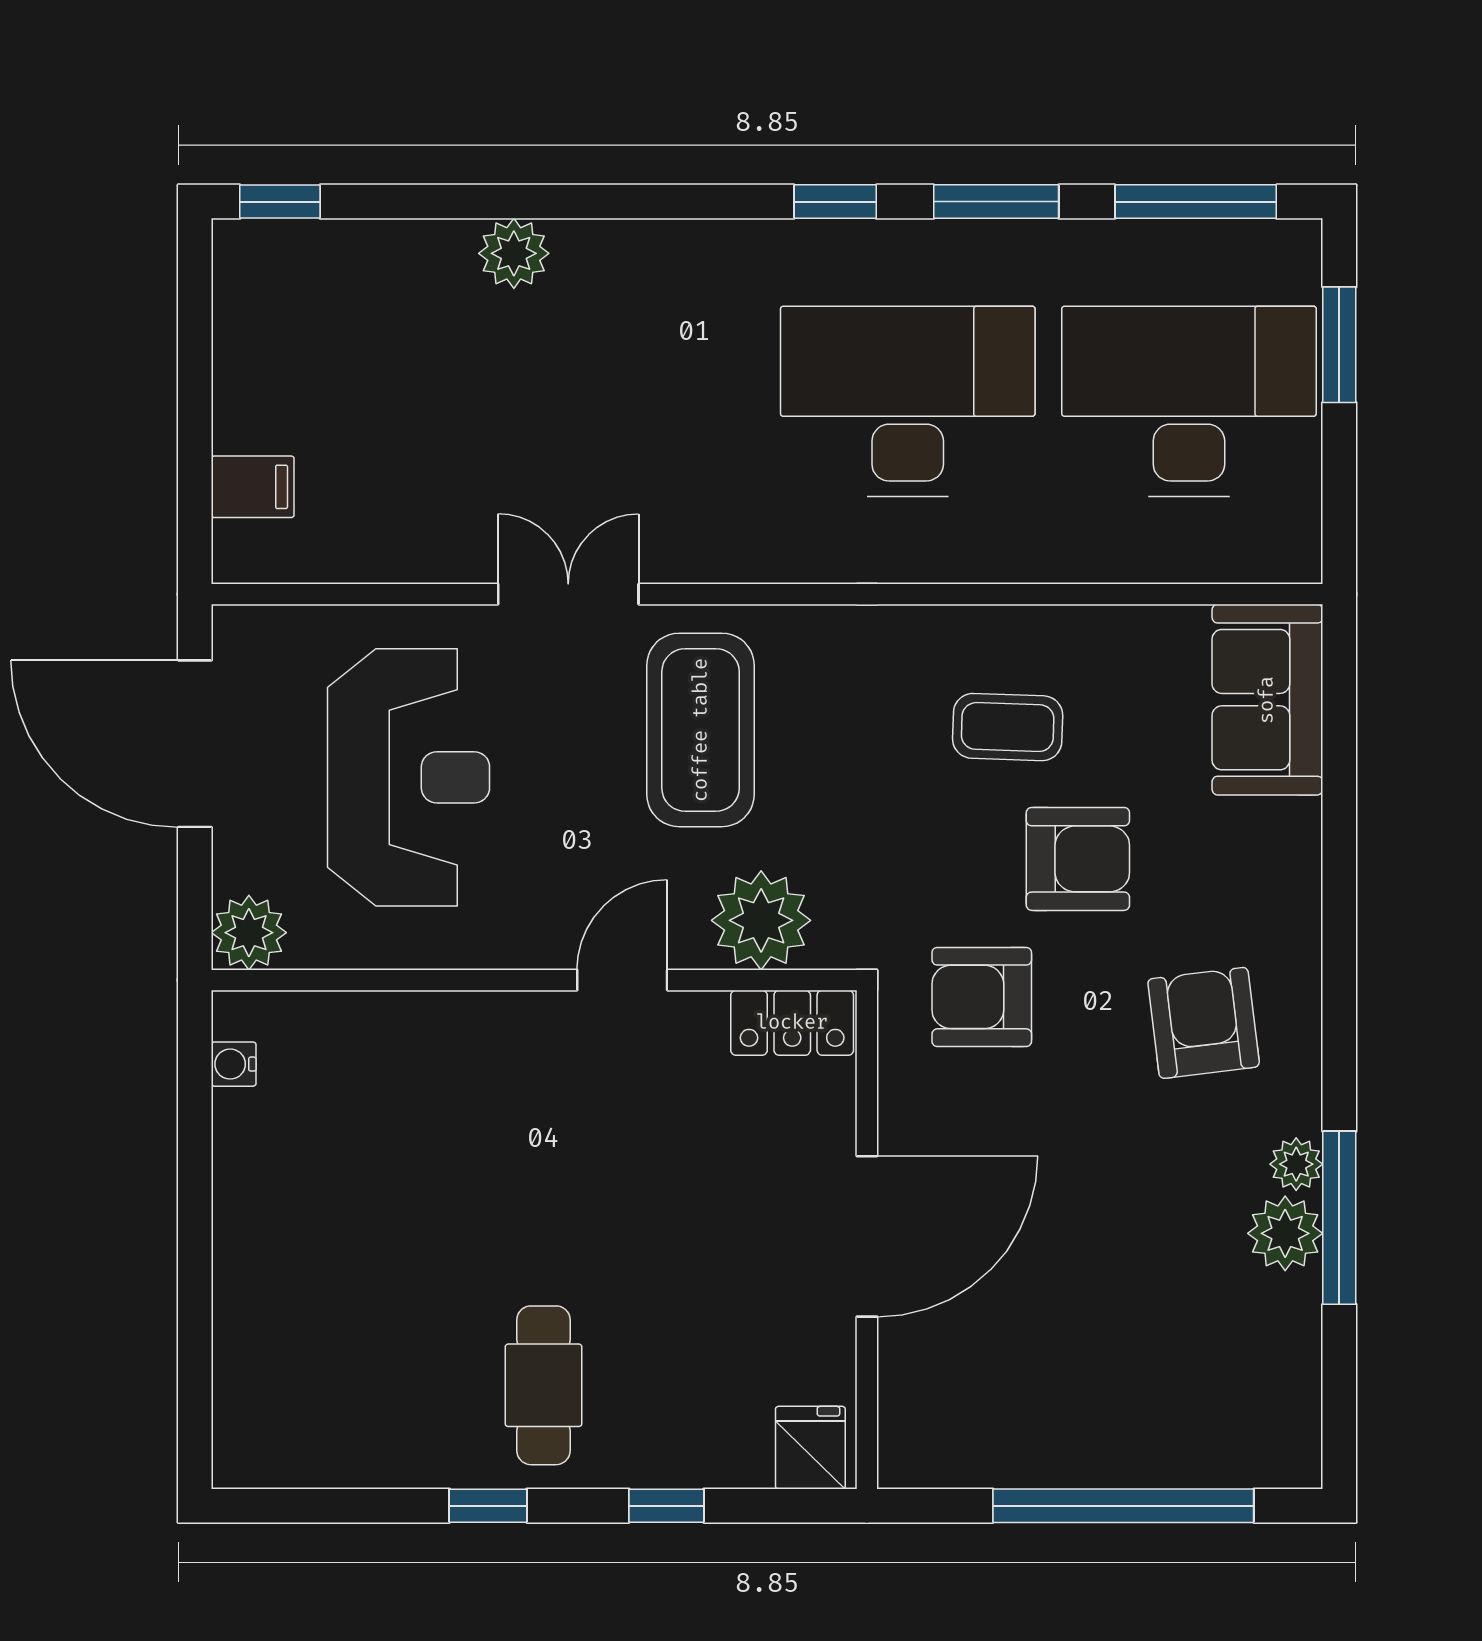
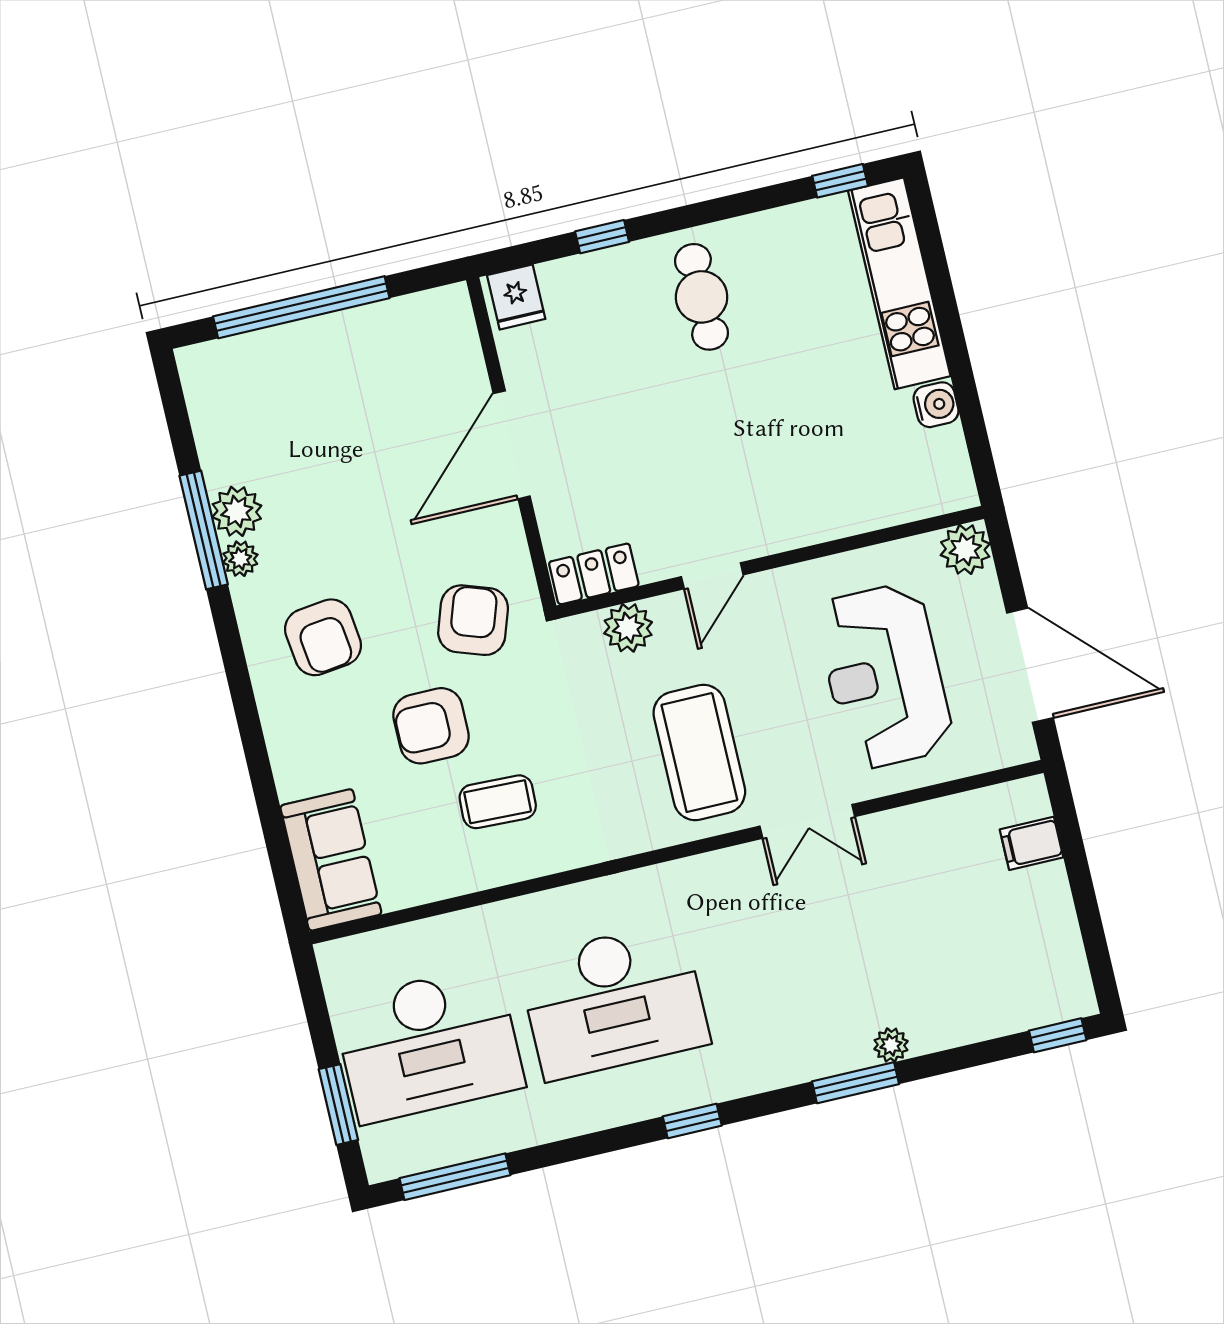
window: (996, 202) -> (856, 1083), moved
plant: (514, 253) -> (891, 1045), width x0.73, depth x0.73
plant: (761, 920) -> (628, 628), width x0.73, depth x0.73
armchair: (982, 997) -> (473, 620), turned -71
water cooler: (234, 1064) -> (936, 405), moved, width x1.38, depth x1.38
kitchen unit: (254, 1338) -> (899, 283), added
window: (488, 1506) -> (840, 181), moved

